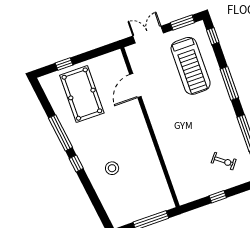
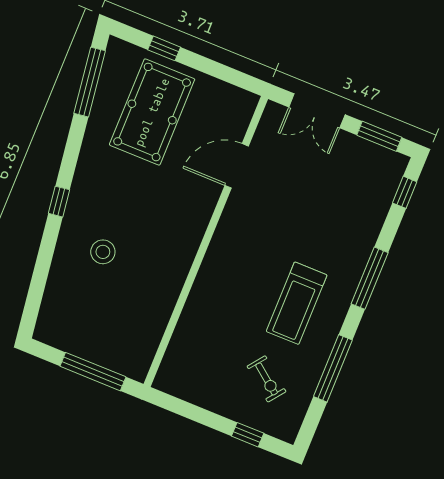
double door: (148, 35) -> (317, 111), swing flipped
treadmill: (191, 66) -> (297, 303), moved, width x0.73, depth x0.73
window: (61, 133) -> (90, 82), moved
window: (218, 197) -> (248, 435), moved

